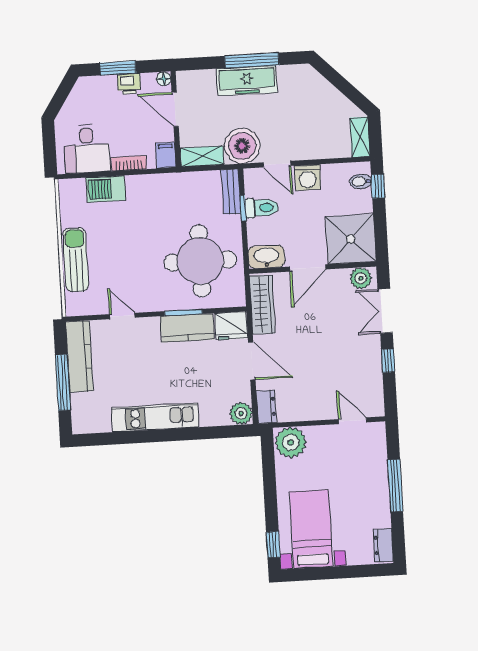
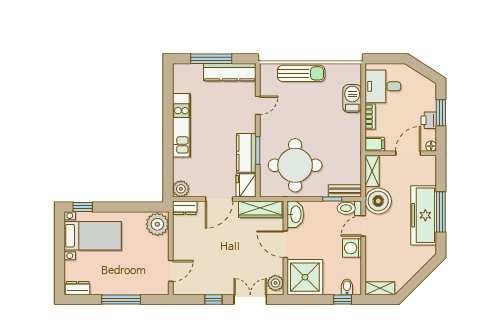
freezer: (247, 81) -> (424, 215), width x1.36, depth x1.26
toilet: (262, 208) -> (349, 208), moved, turned 90

